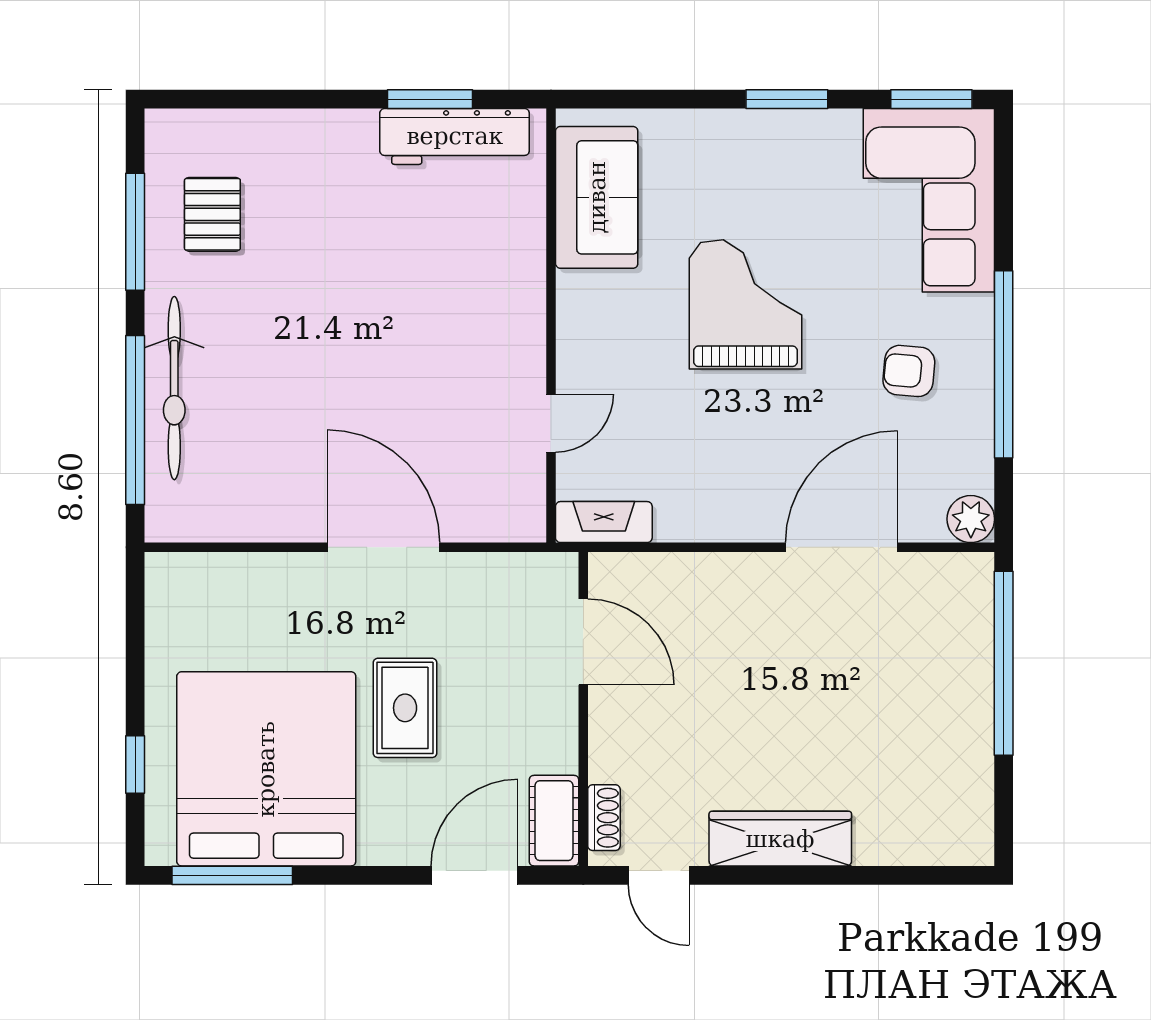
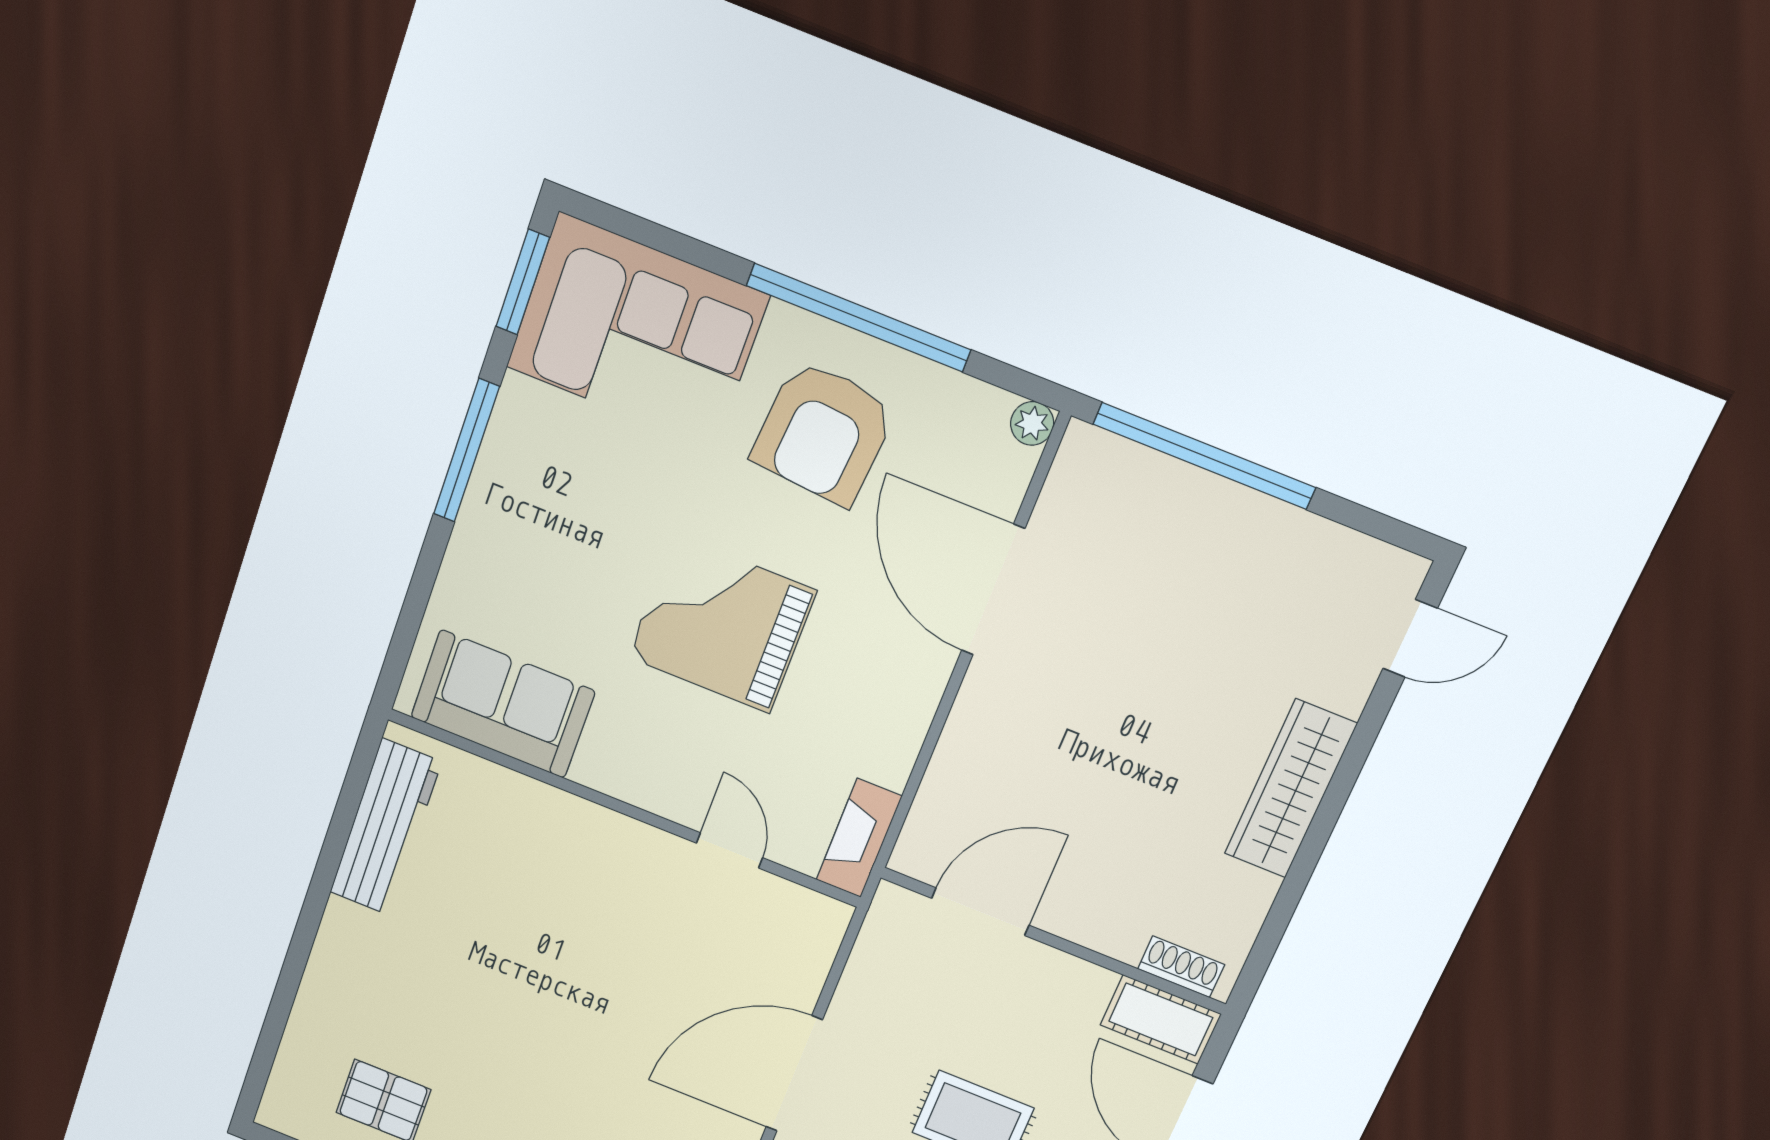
window: (430, 99) -> (337, 837), removed
window: (787, 99) -> (466, 451), width x1.44
grand piano: (745, 304) -> (722, 624), moved
armchair: (909, 371) -> (824, 433), width x1.88, depth x1.88
plant: (971, 519) -> (1032, 423), width x0.73, depth x0.73
door: (659, 875) -> (1410, 638), moved

